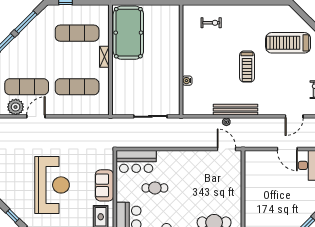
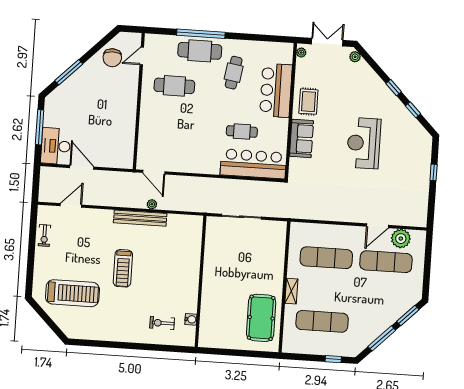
pool table: (128, 33) -> (261, 318), width x0.73, depth x0.76
treadmill: (247, 66) -> (123, 268), turned 180
water cooler: (187, 81) -> (191, 319), moved
bar counter: (136, 161) -> (253, 164), width x1.36
reception desk: (52, 185) -> (364, 143), width x0.74, depth x0.77

